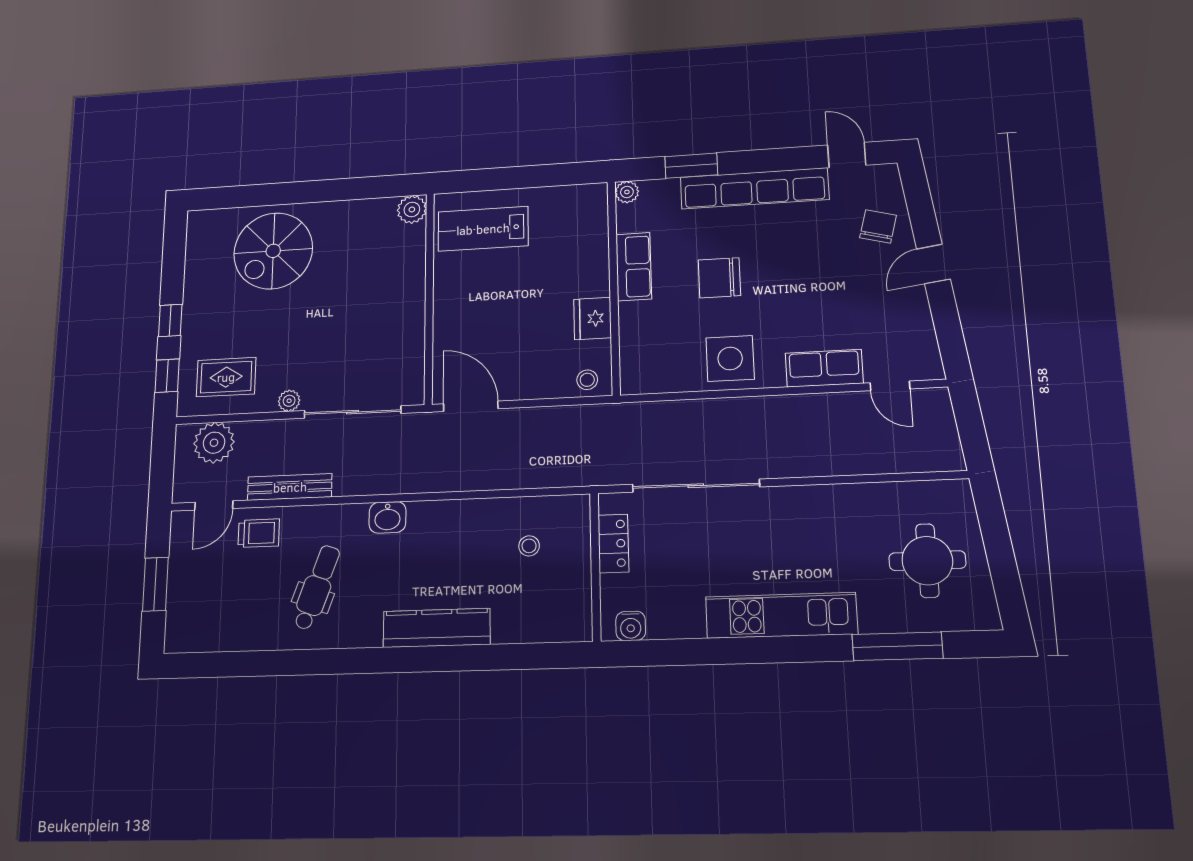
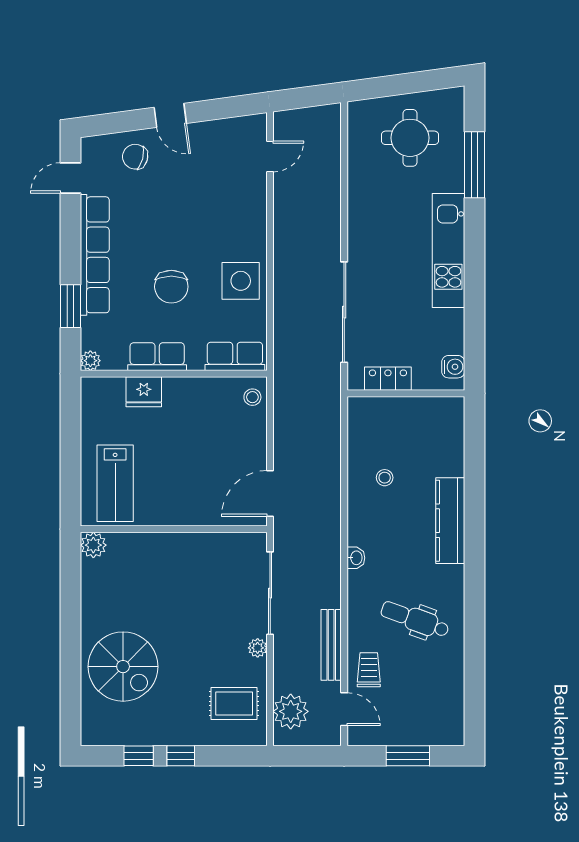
fridge: (593, 319) -> (144, 392), moved
row of seats: (824, 368) -> (235, 356), moved, turned 90
window: (167, 376) -> (139, 756), moved
rug: (226, 377) -> (234, 704), turned 90
washbasin: (387, 517) -> (356, 558), width x0.72, depth x0.69
stool: (529, 546) -> (385, 478), moved

